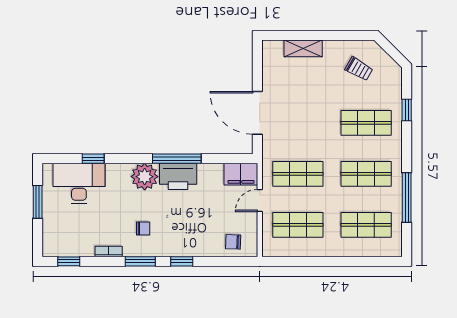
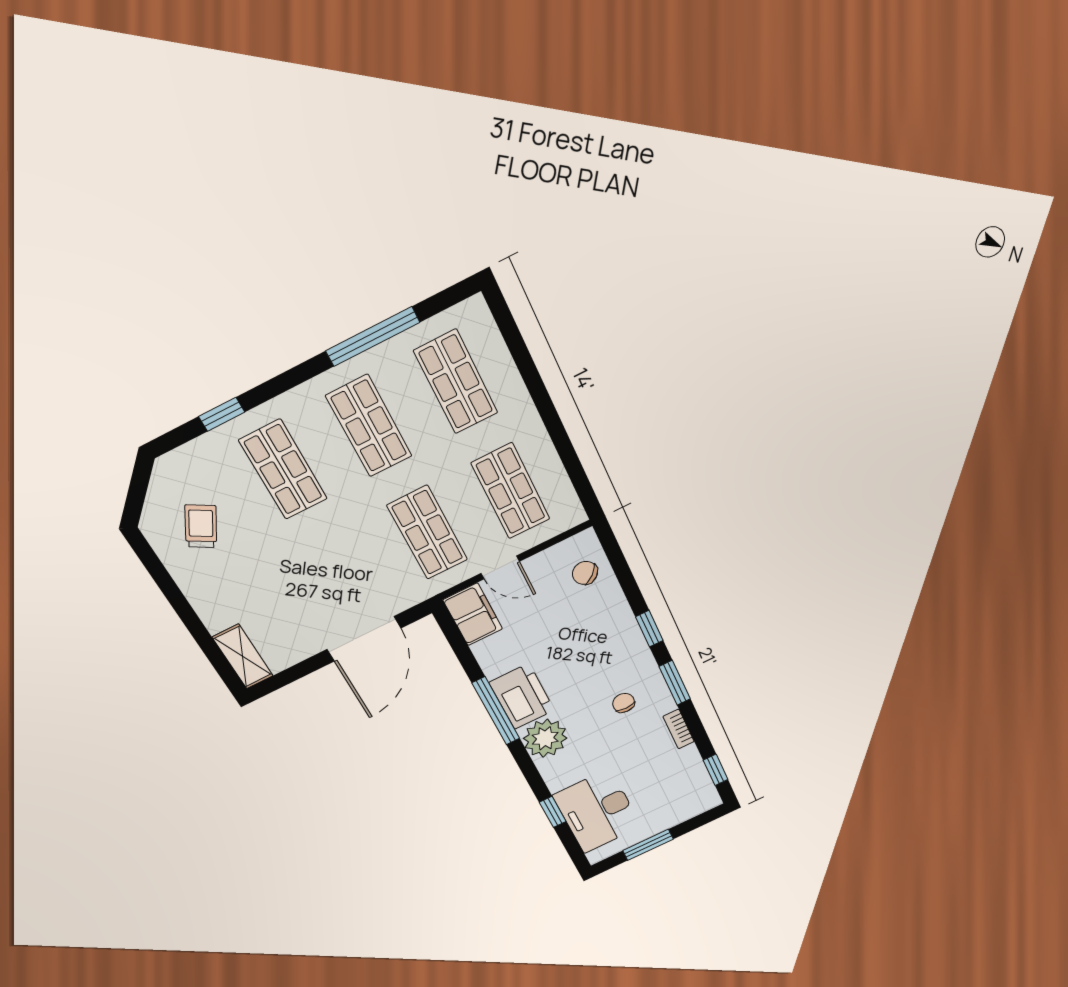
shelving: (303, 48) -> (243, 657), moved
chair: (233, 242) -> (585, 573), turned 134

